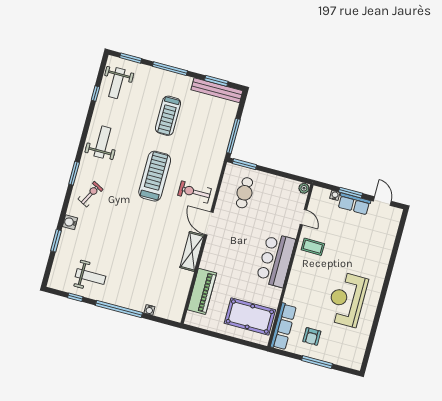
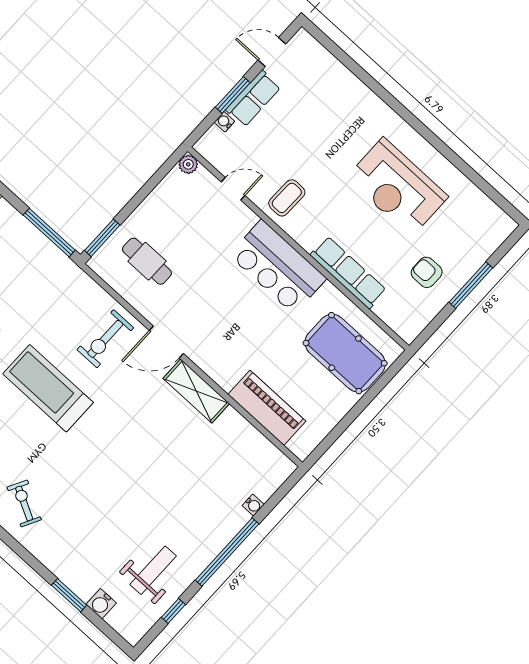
water cooler: (70, 222) -> (101, 604), moved
pool table: (250, 317) -> (345, 353), turned 90
row of seats: (283, 327) -> (348, 272), moved
armchair: (312, 336) -> (427, 272), turned 180

